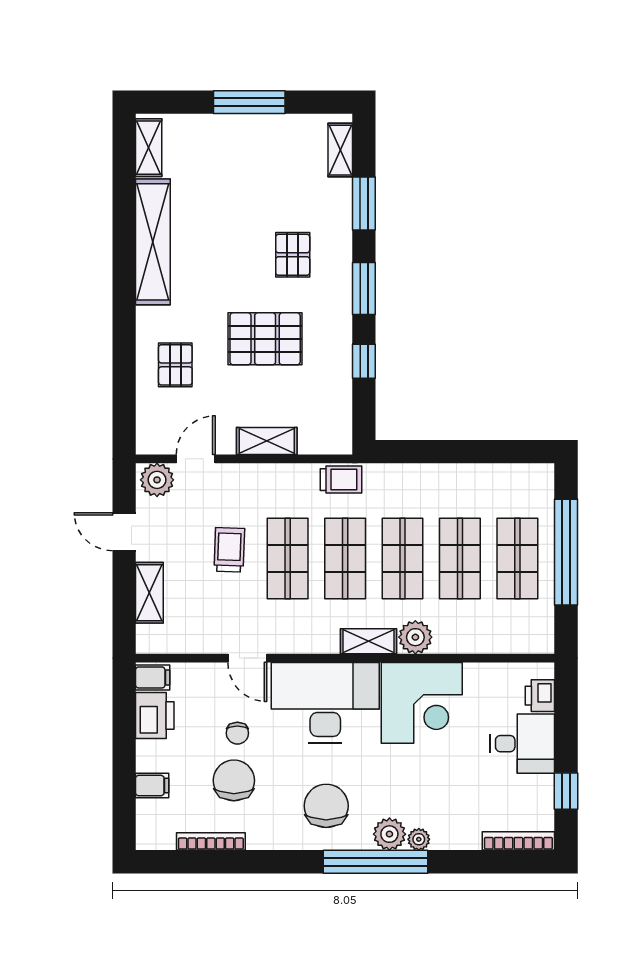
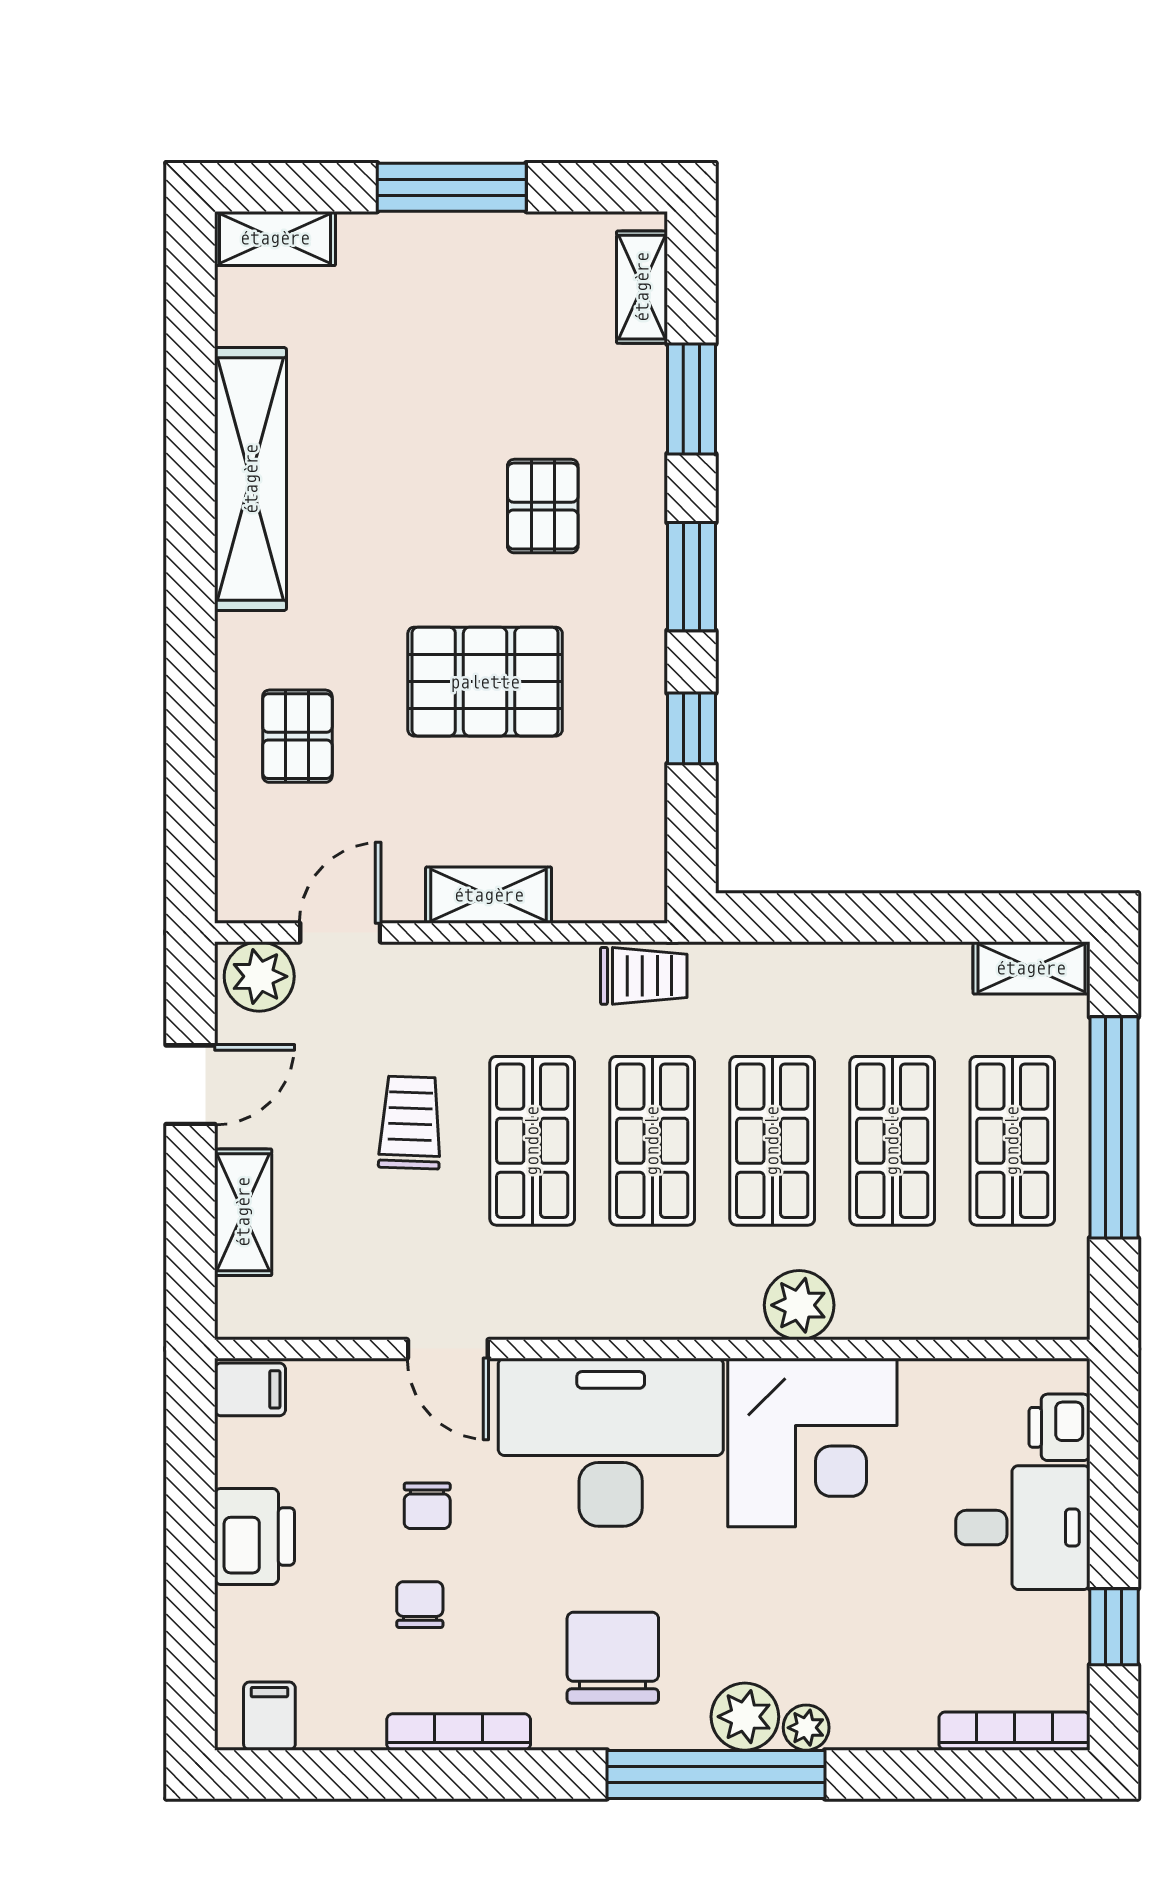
shelving: (149, 148) -> (275, 238), moved, turned 90
door: (124, 532) -> (190, 1085), swing flipped
shelving: (369, 641) -> (1031, 968), moved
printer: (155, 716) -> (254, 1536), moved
chair: (234, 780) -> (420, 1605), width x0.54, depth x0.54
filing cabinet: (152, 786) -> (269, 1716), moved, turned -90
bookcase: (211, 841) -> (459, 1732), moved

